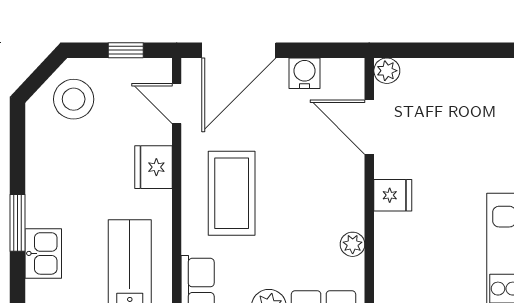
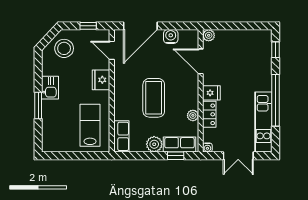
coffee table: (232, 193) -> (154, 98), moved
locker: (388, 242) -> (209, 114), added
kitchen sink: (43, 253) -> (50, 88), moved

